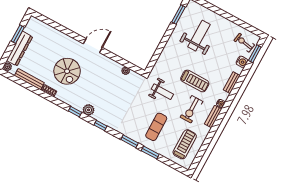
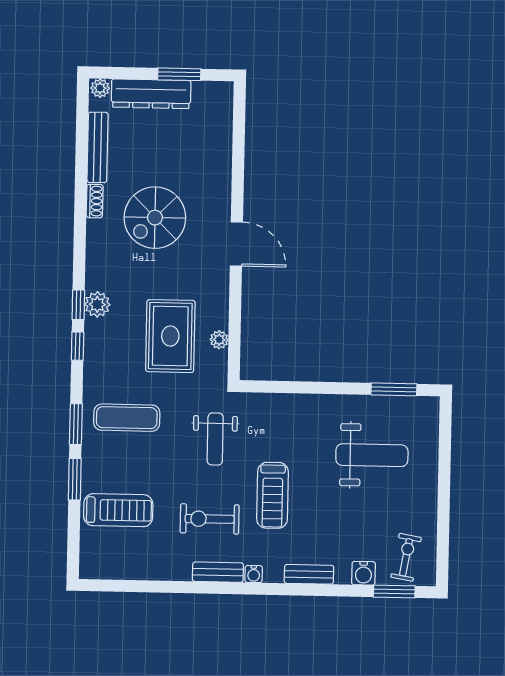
rug: (115, 88) -> (170, 336), added
window: (75, 112) -> (78, 305), moved
exercise mat: (156, 127) -> (127, 418), moved
treadmill: (185, 144) -> (118, 510), moved

